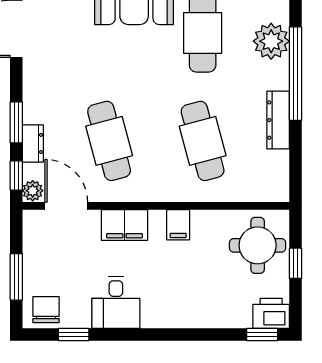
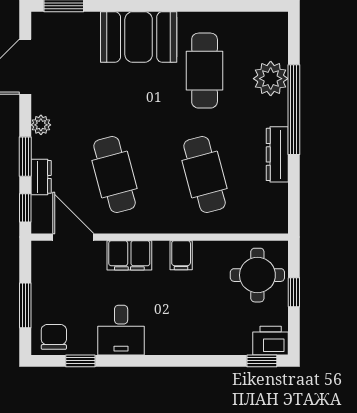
plant: (33, 191) -> (41, 125), moved

